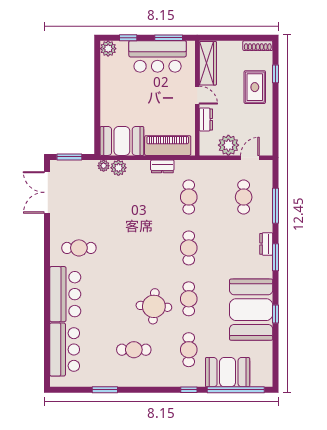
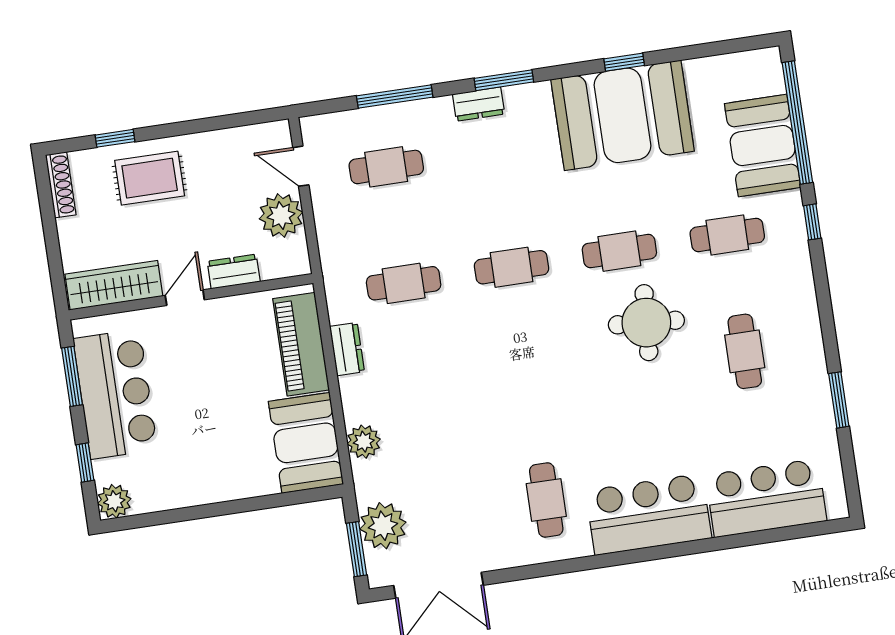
plant: (104, 166) -> (383, 526), moved, width x1.88, depth x1.88

